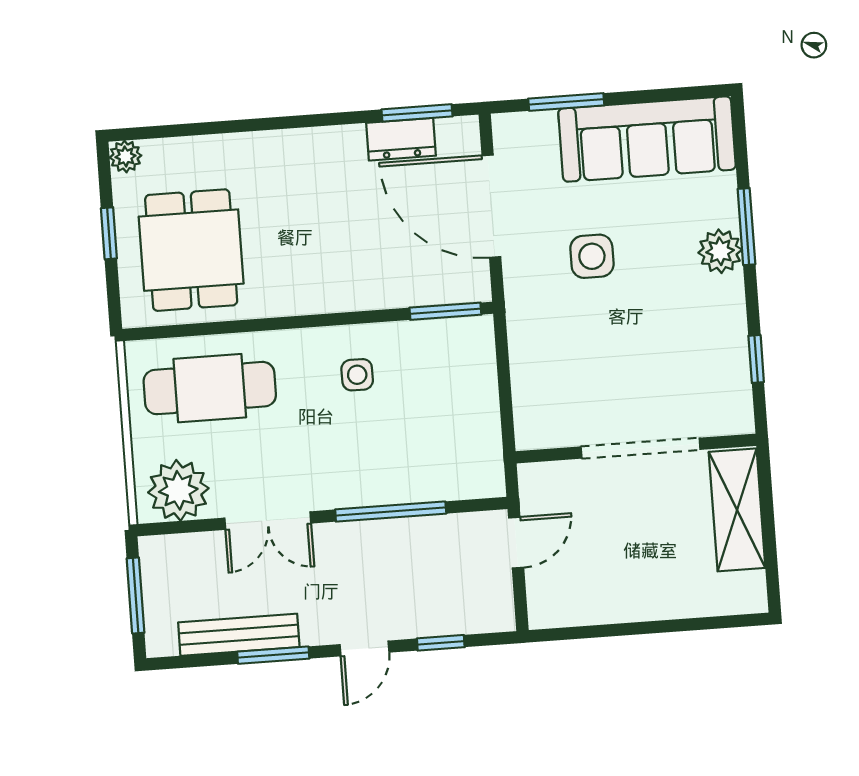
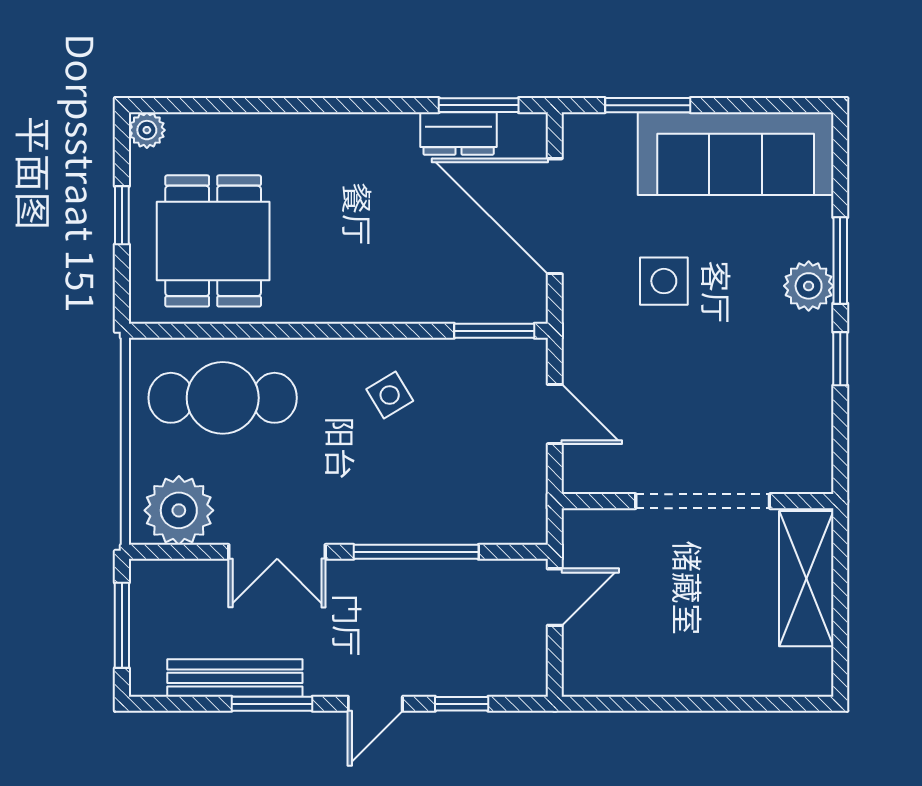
window: (756, 359) -> (840, 359), moved
side table: (357, 375) -> (390, 395), turned -31
door: (504, 381) -> (555, 414), added

